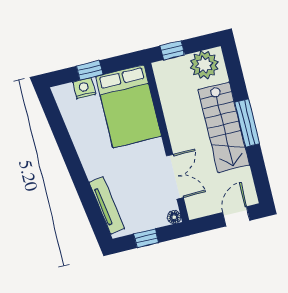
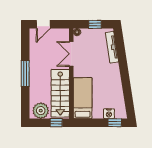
window: (90, 70) -> (115, 123), moved
bed: (128, 106) -> (83, 98), width x0.67
stairs: (224, 127) -> (60, 93), moved, turned 180

